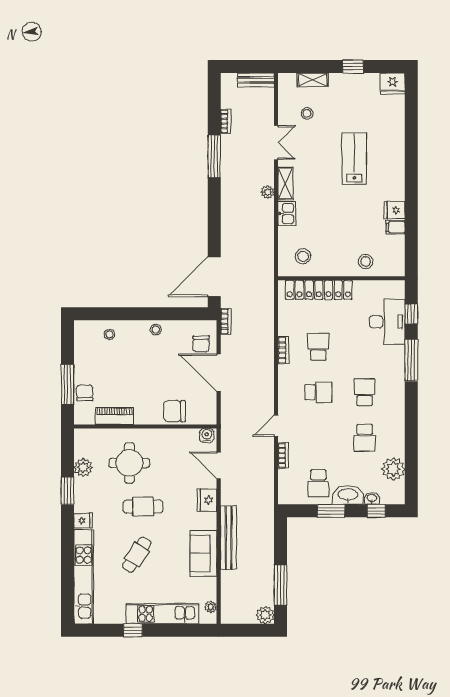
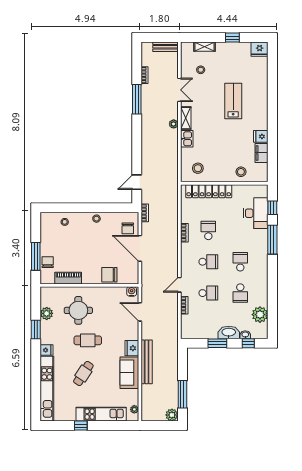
filing cabinet: (396, 227) -> (262, 153), width x2.00
door: (214, 277) -> (137, 182), width x0.53
school desk: (318, 483) -> (208, 293), moved, turned -90
fridge: (207, 500) -> (132, 348), moved

